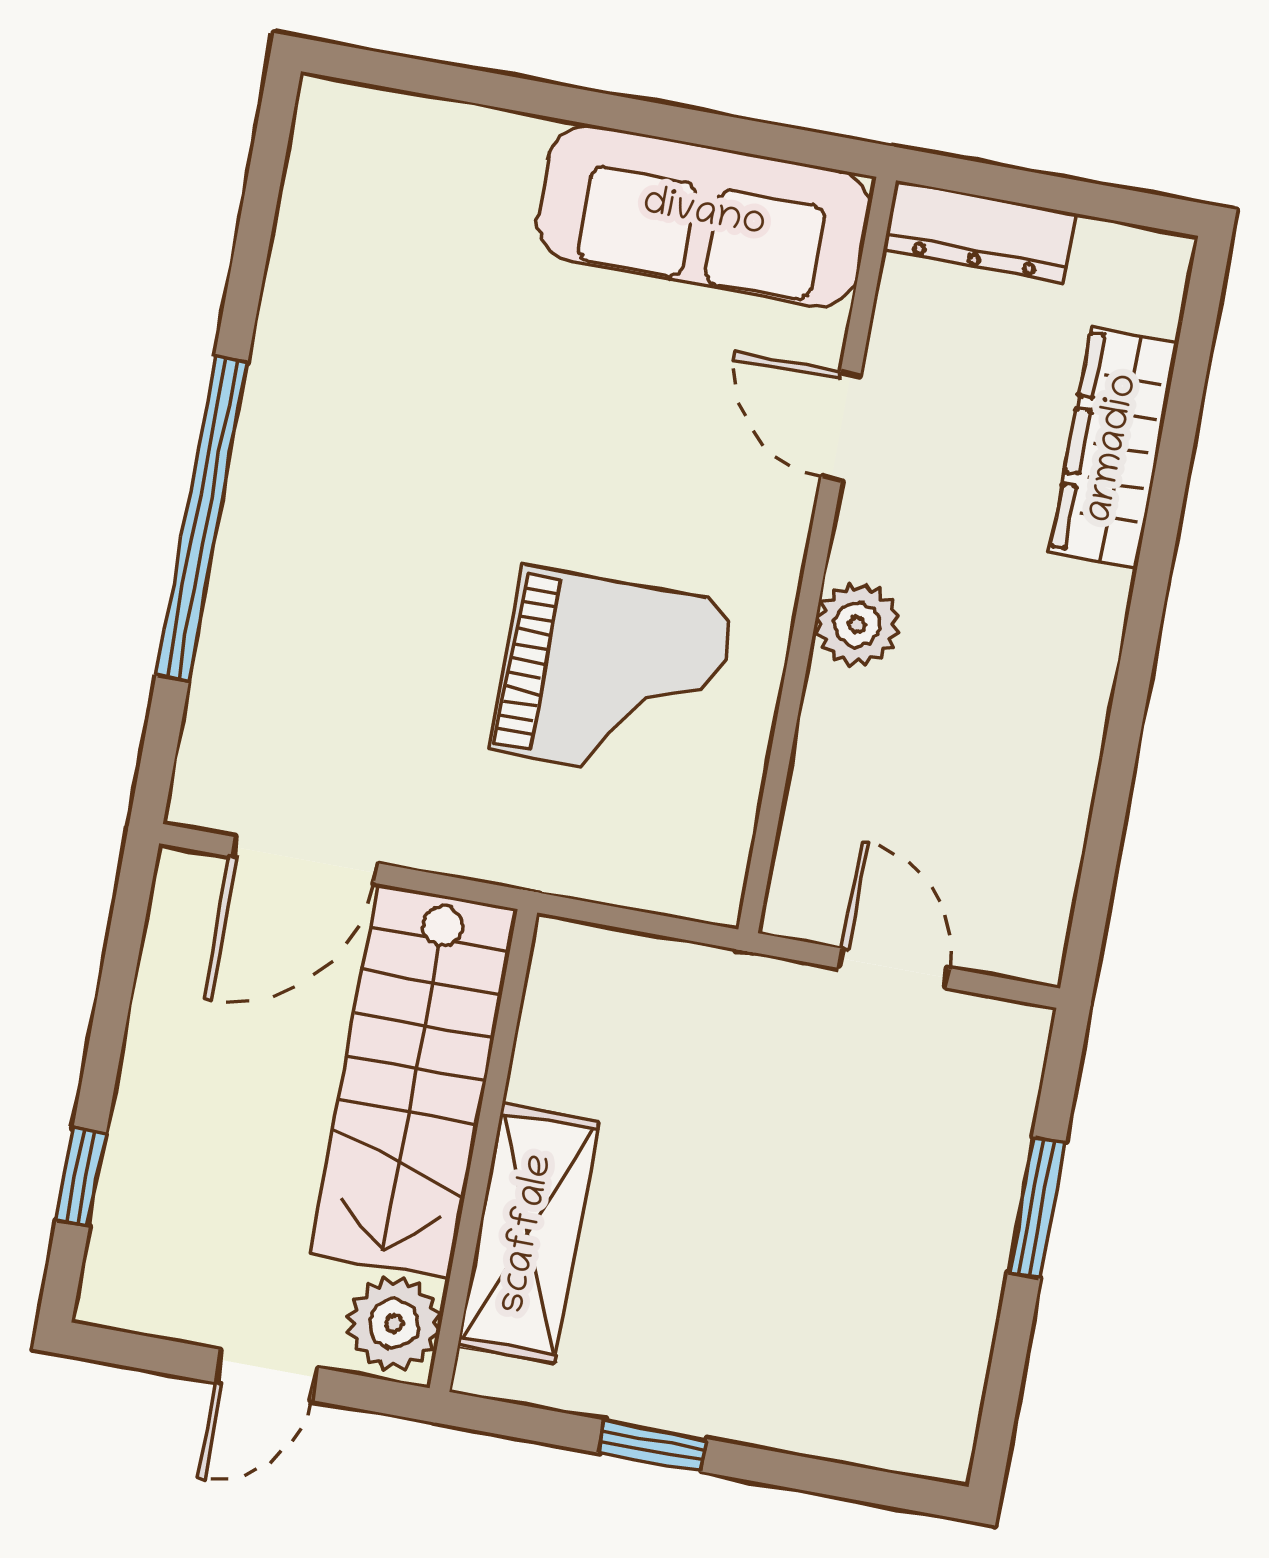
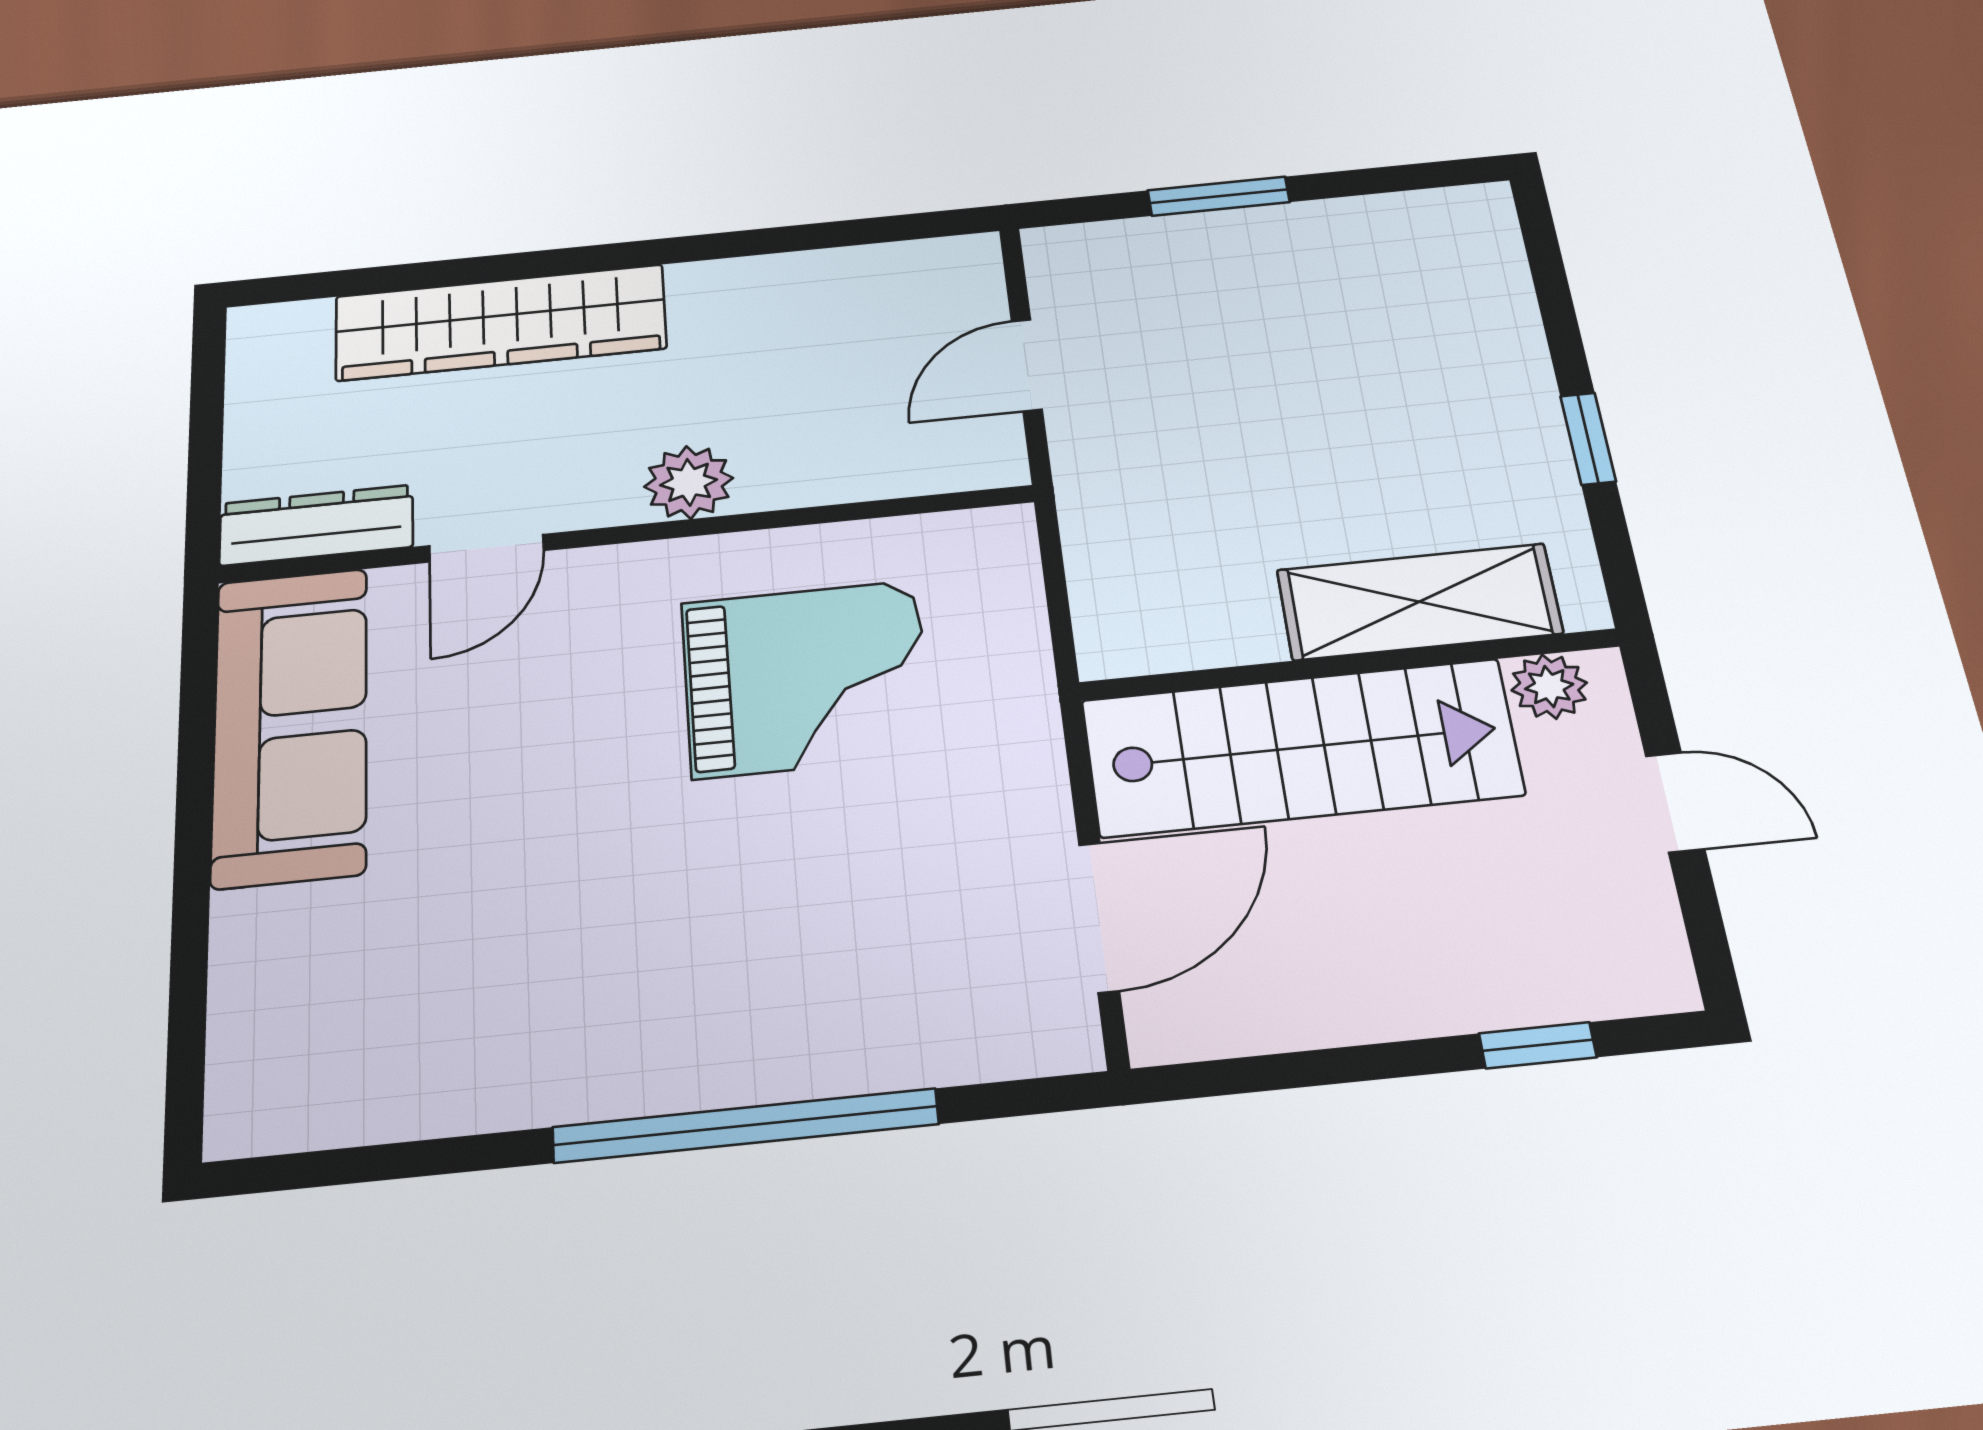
dresser: (979, 232) -> (316, 525), moved, turned -90
wardrobe: (1114, 448) -> (500, 322), width x1.40, depth x1.17
grand piano: (614, 677) -> (806, 679), turned 90
door: (304, 860) -> (1099, 917), hinge flipped
plant: (394, 1324) -> (1549, 687), width x0.73, depth x0.73

